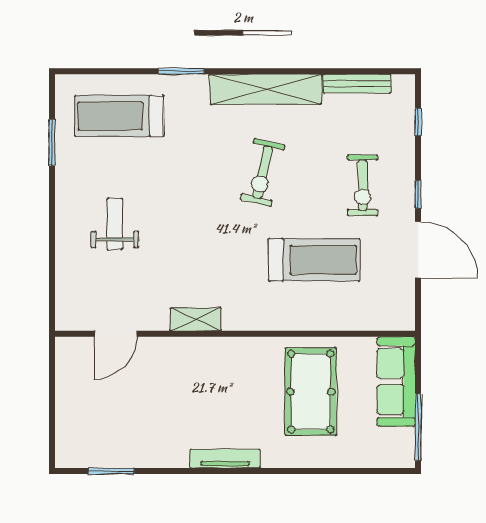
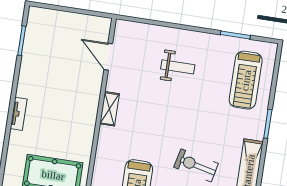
treadmill: (119, 116) -> (246, 80), turned 180
tv unit: (225, 459) -> (19, 114), width x0.71

